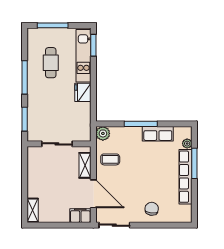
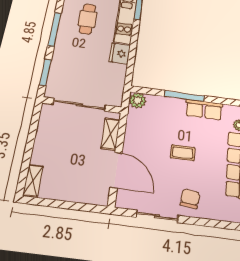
sliding door: (57, 144) -> (79, 105), width x1.37
coffee table: (110, 159) -> (183, 153), moved
filing cabinet: (80, 216) -> (95, 196), removed
sliding door: (114, 225) -> (157, 216), moved

